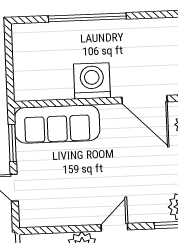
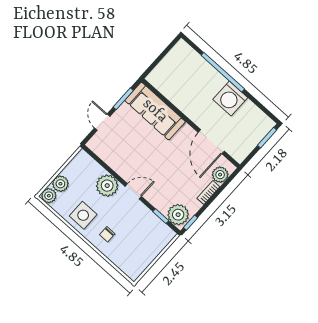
washing machine: (92, 81) -> (230, 98), moved, turned 180

